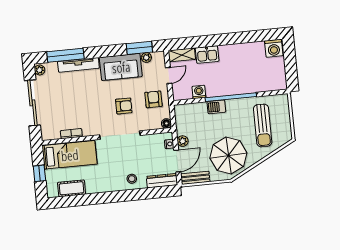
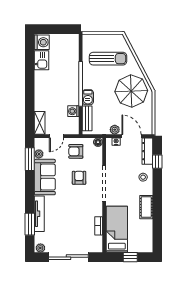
window: (65, 55) -> (30, 224), width x0.69
kitchen sink: (207, 55) -> (42, 60), moved
door: (169, 75) -> (56, 136), swing flipped
bench: (195, 178) -> (87, 118), moved
cot: (72, 188) -> (146, 207), moved
window: (151, 193) -> (157, 162), added

